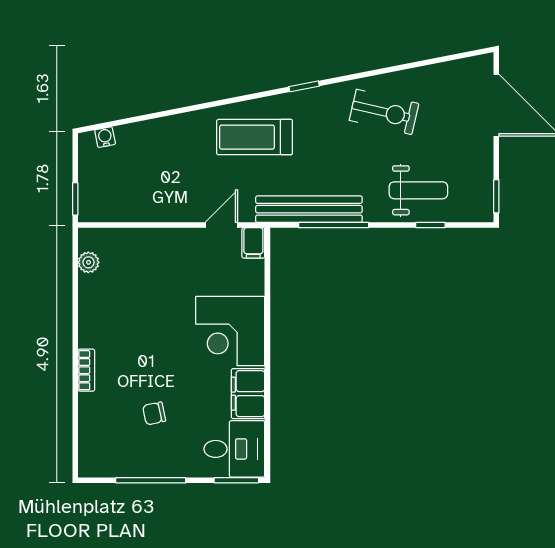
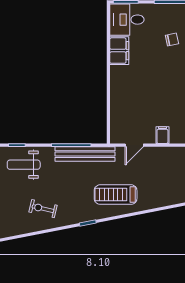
exercise bike: (384, 112) -> (43, 209), width x0.73, depth x0.72
treadmill: (255, 137) -> (116, 195), turned 180
filing cabinet: (253, 243) -> (162, 135), moved
corner desk: (230, 331) -> (129, 86), removed

